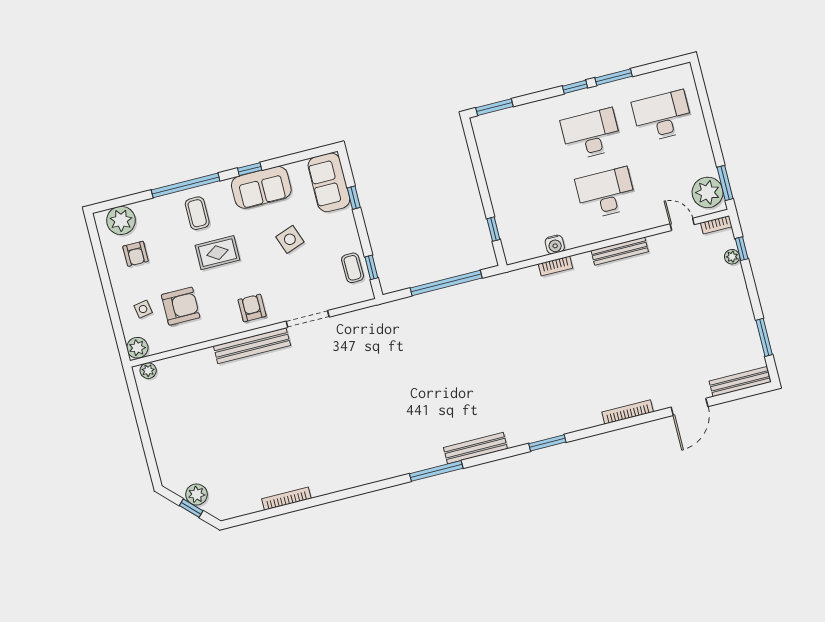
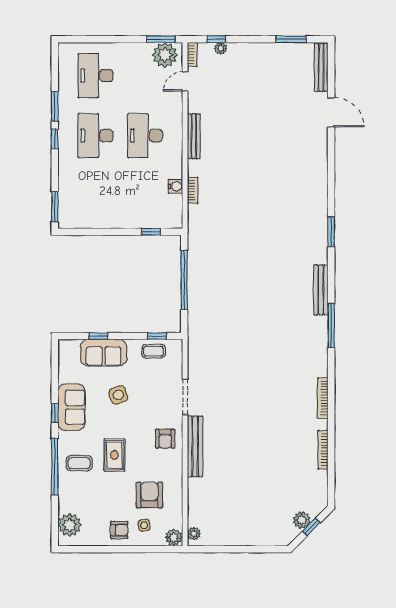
sofa: (329, 182) -> (104, 353), moved
armchair: (136, 254) -> (119, 530), moved
armchair: (252, 308) -> (165, 439), turned -90
bookcase: (628, 412) -> (323, 398), moved

